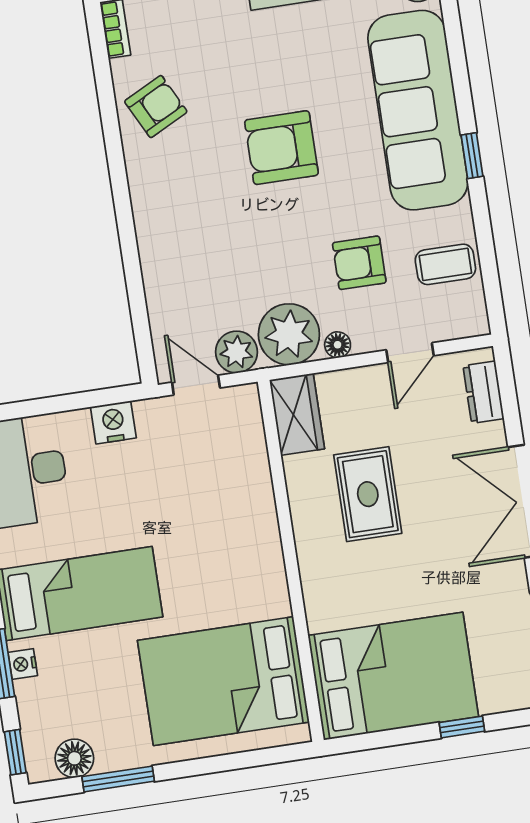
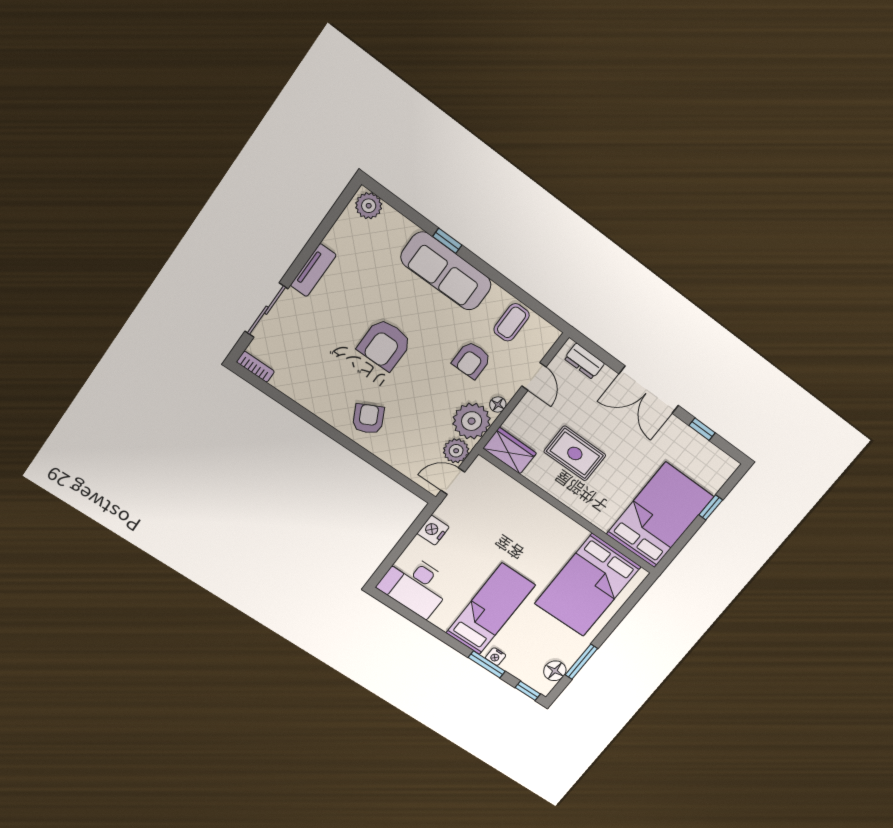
armchair: (156, 107) -> (368, 419), moved
sofa: (418, 110) -> (446, 271), width x0.74, depth x0.79
window: (472, 156) -> (447, 241), moved

